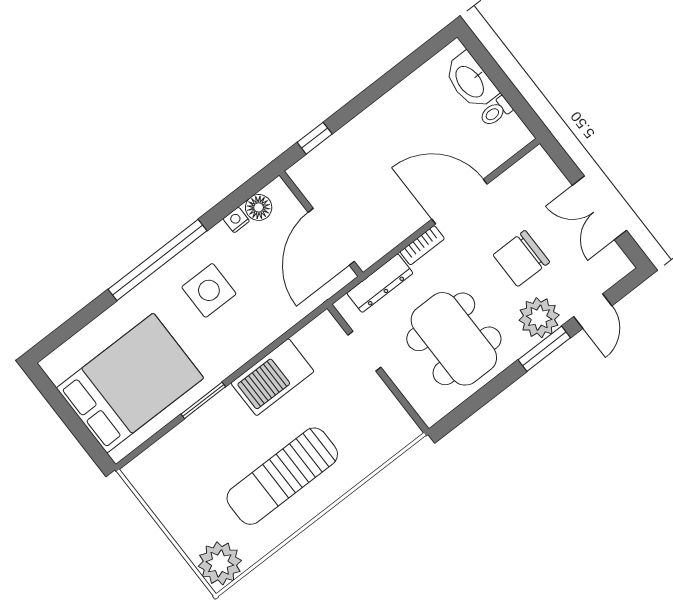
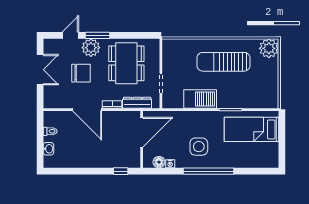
washbasin: (470, 81) -> (48, 149), width x0.52, depth x0.69
bed: (130, 383) -> (251, 129), width x0.67
sun lounger: (282, 476) -> (223, 62), turned 180

